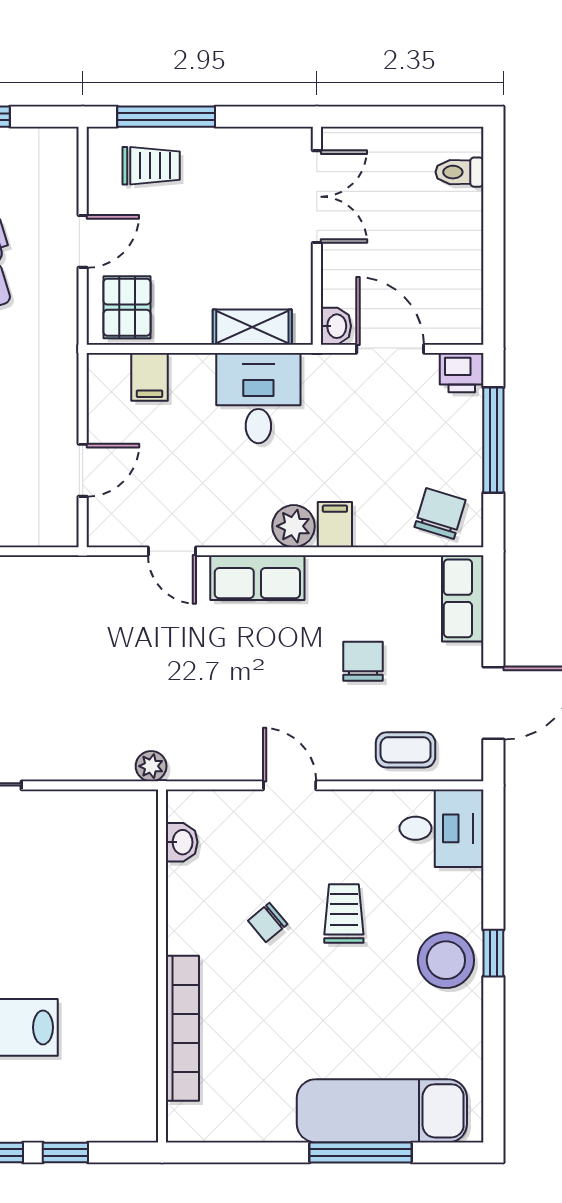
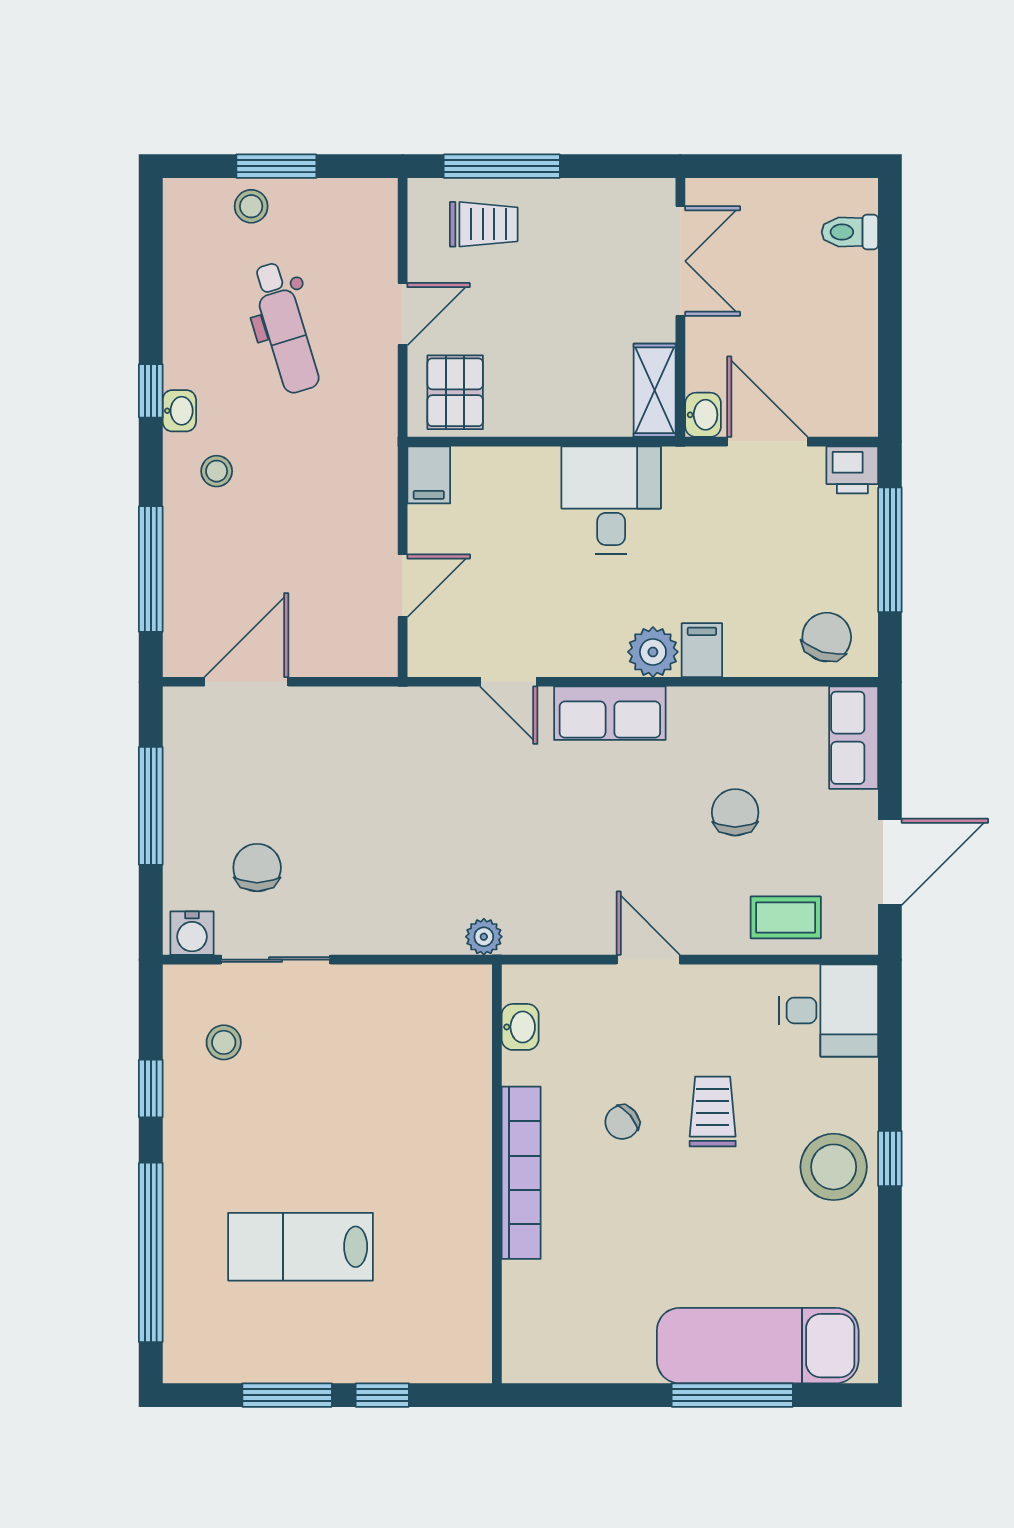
shelving: (252, 327) -> (655, 390), moved, turned 90
filing cabinet: (150, 377) -> (429, 475), moved
bookcase: (182, 1028) -> (521, 1173), moved

